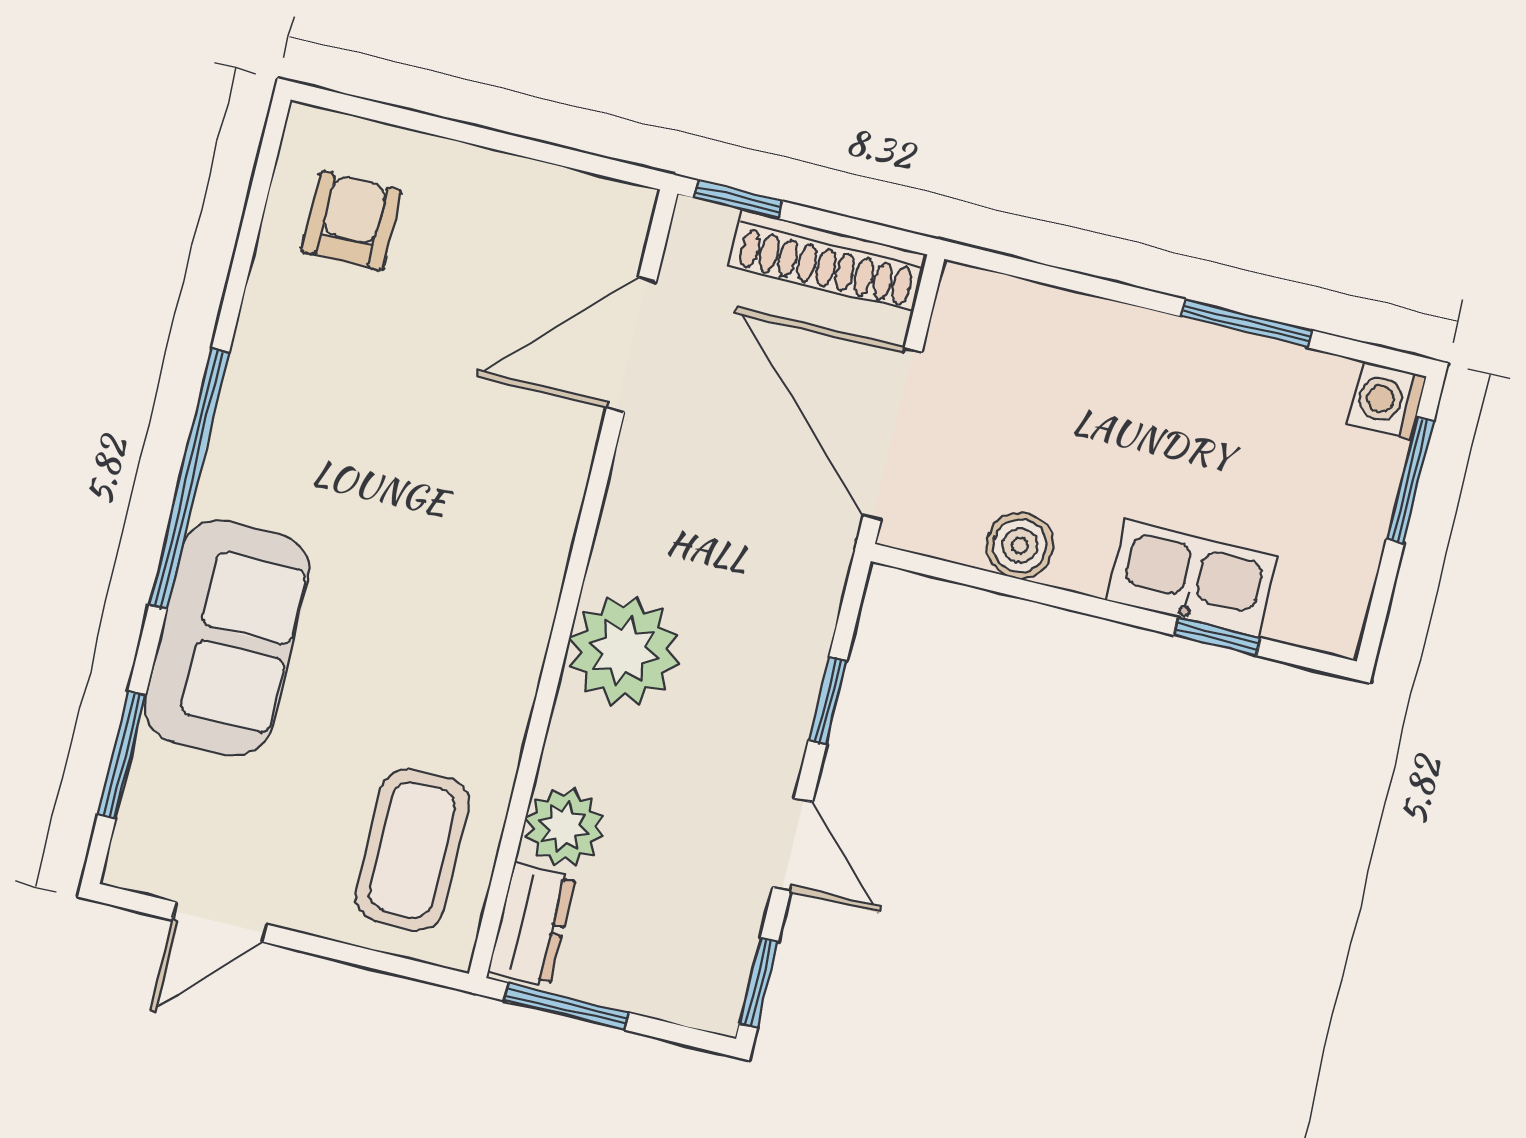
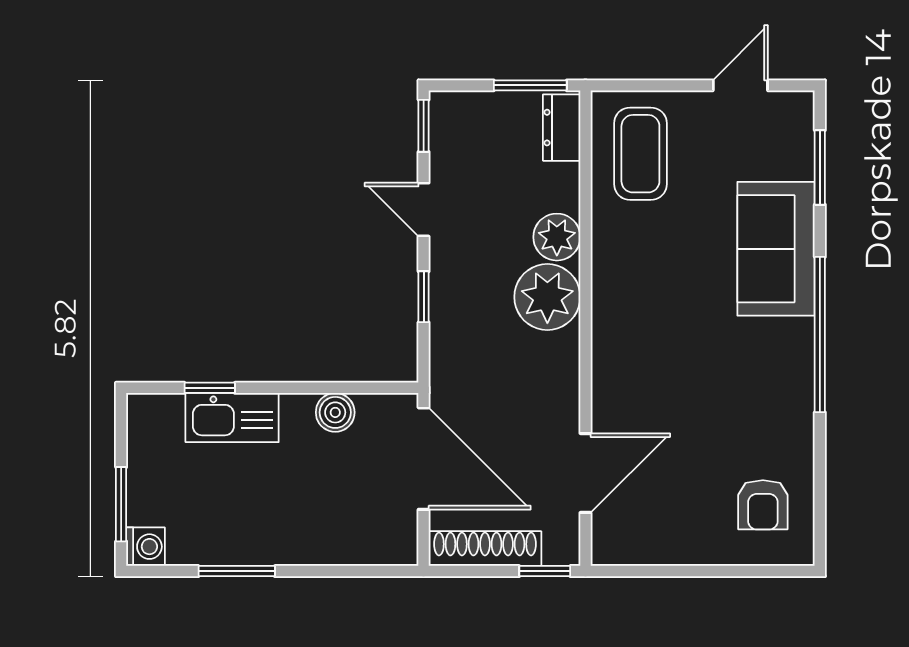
plant: (564, 827) -> (557, 237), moved

